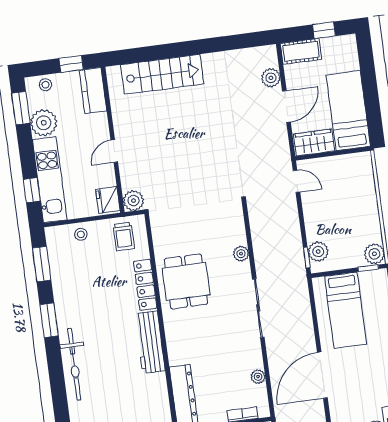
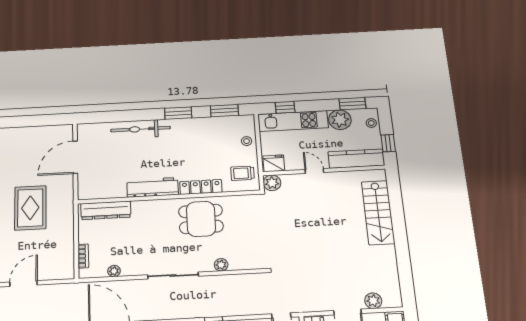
kitchen counter: (93, 91) -> (356, 159), width x1.50

